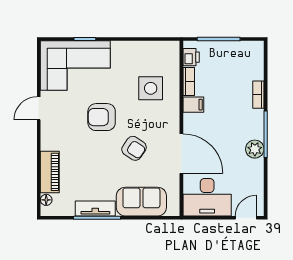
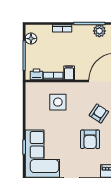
floor lamp: (244, 49) -> (31, 39), added
armchair: (102, 117) -> (90, 139), moved

